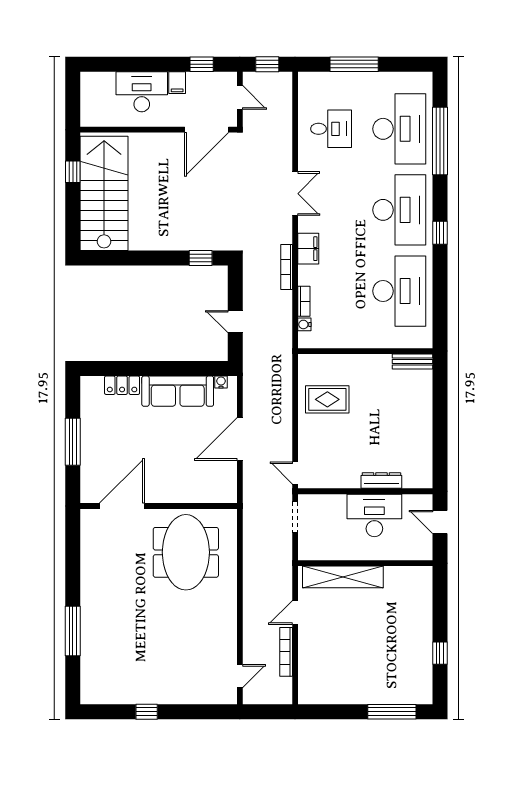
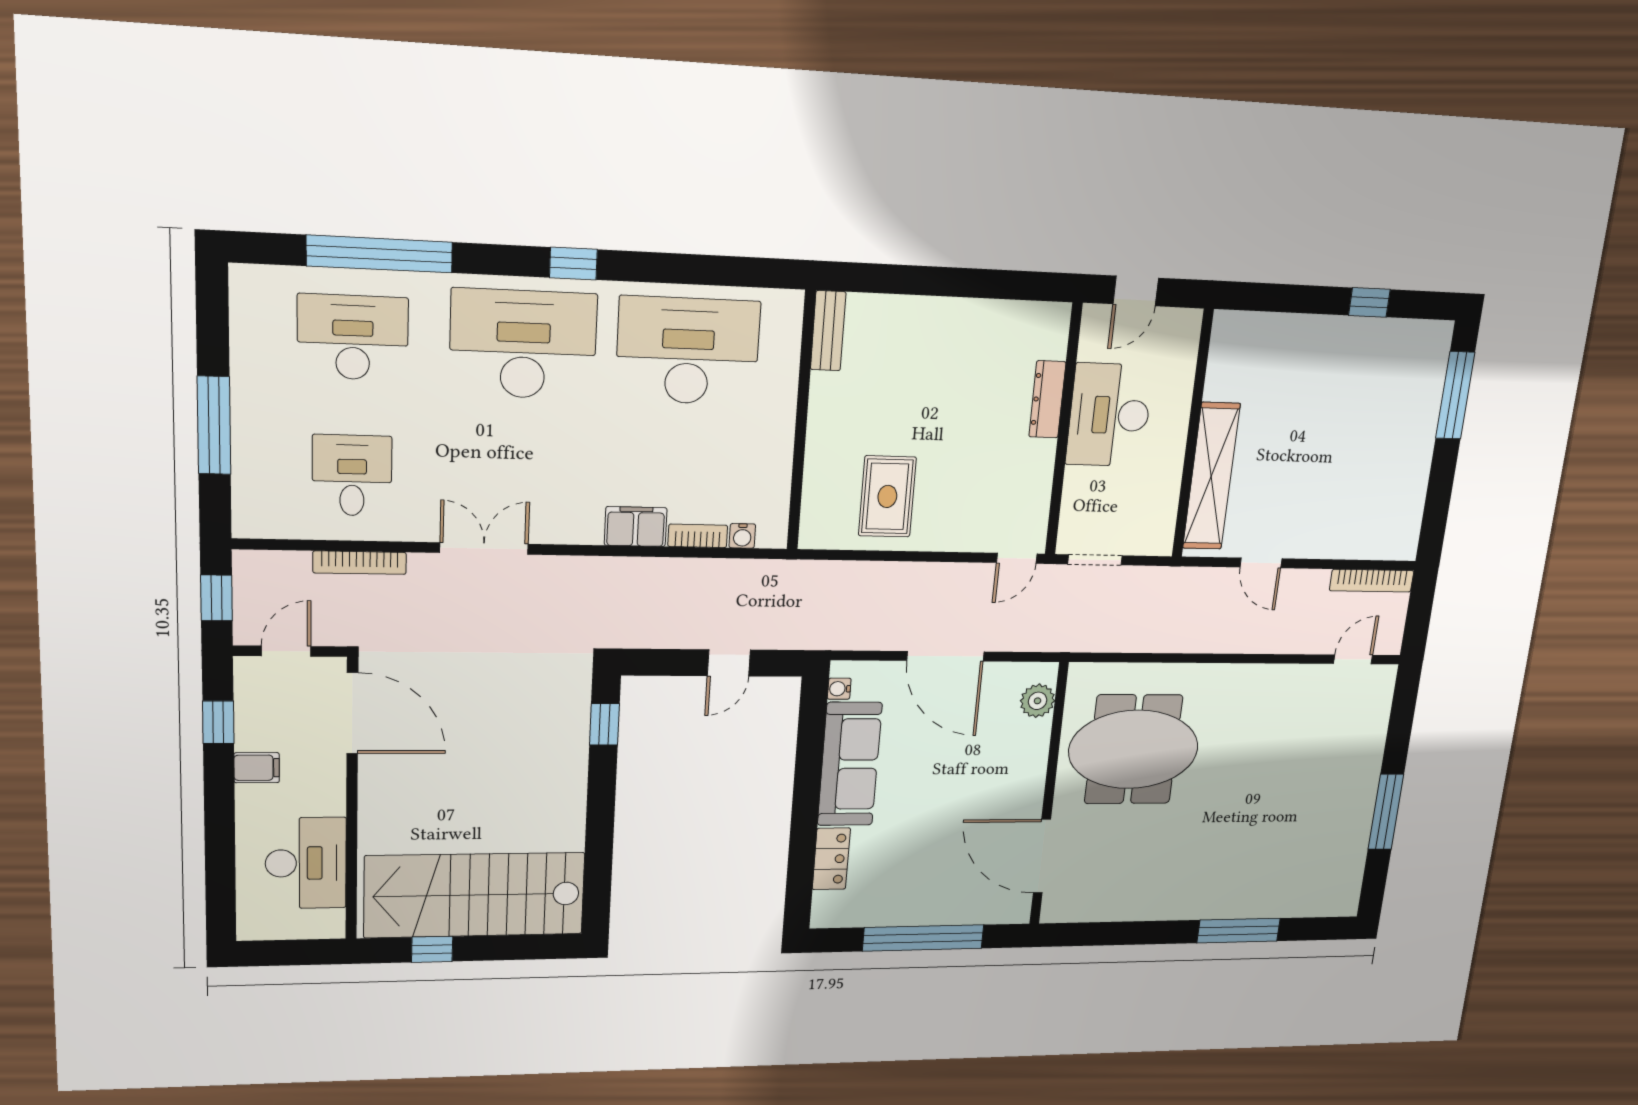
desk: (142, 92) -> (306, 863), moved, turned 180
desk: (399, 129) -> (353, 337), width x0.73, depth x0.77
filing cabinet: (308, 249) -> (636, 527), moved
bookcase: (287, 267) -> (360, 563), moved
window: (73, 442) -> (923, 938), width x1.46
plant: (214, 493) -> (1038, 701), added
bookcase: (286, 652) -> (1372, 581), moved
door: (240, 676) -> (1353, 659), hinge flipped
window: (147, 712) -> (1386, 812), width x2.17

